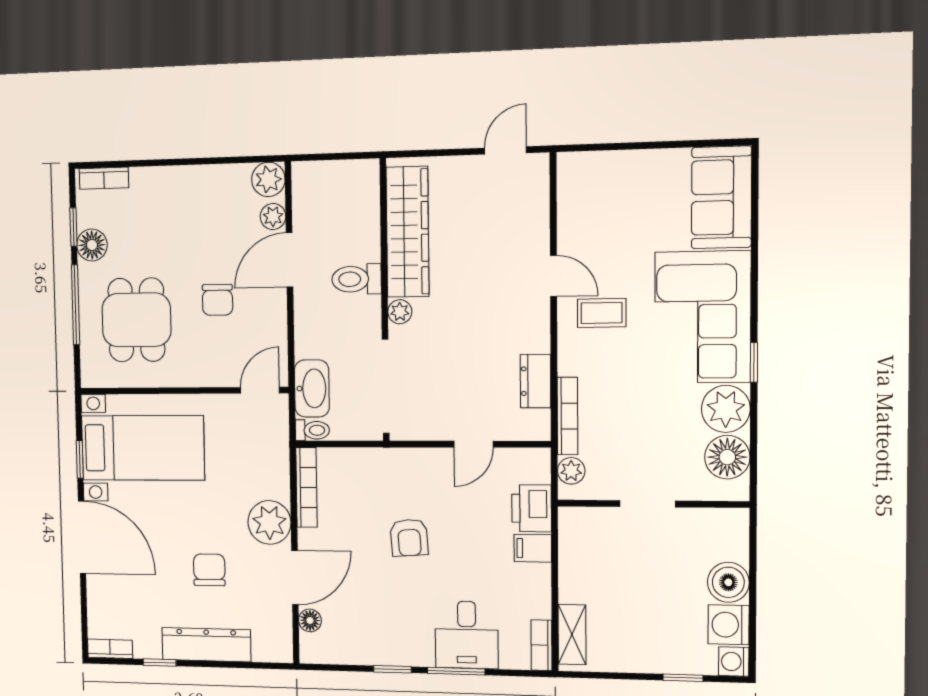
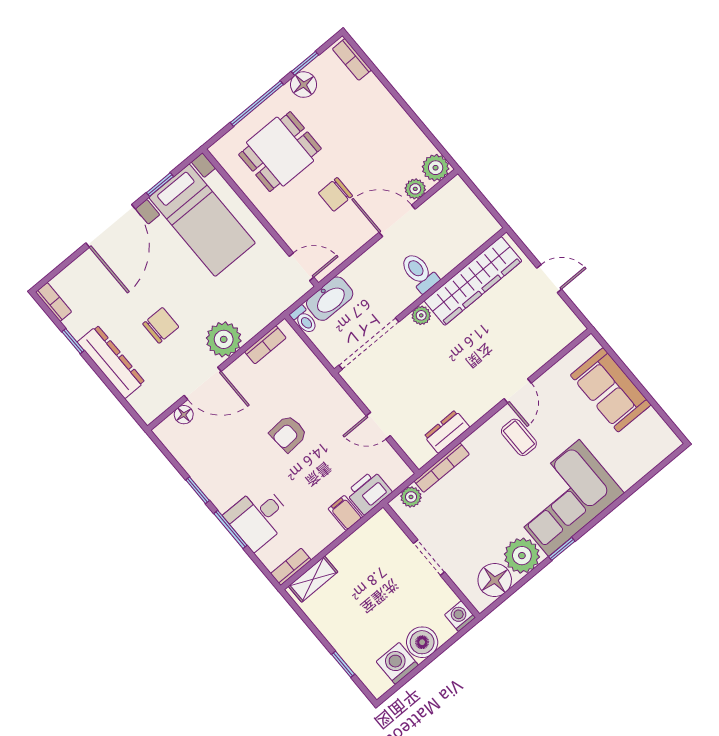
door: (505, 150) -> (549, 279), moved
sofa: (721, 197) -> (611, 390), moved, turned -90
bookcase: (306, 487) -> (265, 345), width x0.64
washing machine: (734, 662) -> (460, 616), moved

